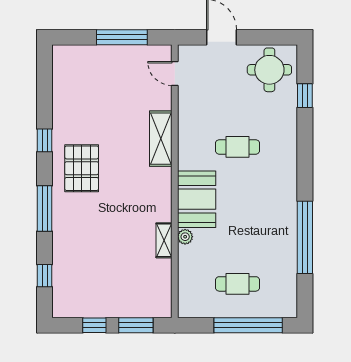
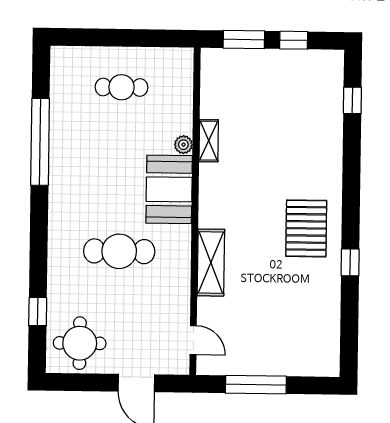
cafe table: (238, 147) -> (119, 251), width x1.37, depth x1.35
window: (45, 209) -> (351, 181), removed
window: (248, 325) -> (110, 38), removed

